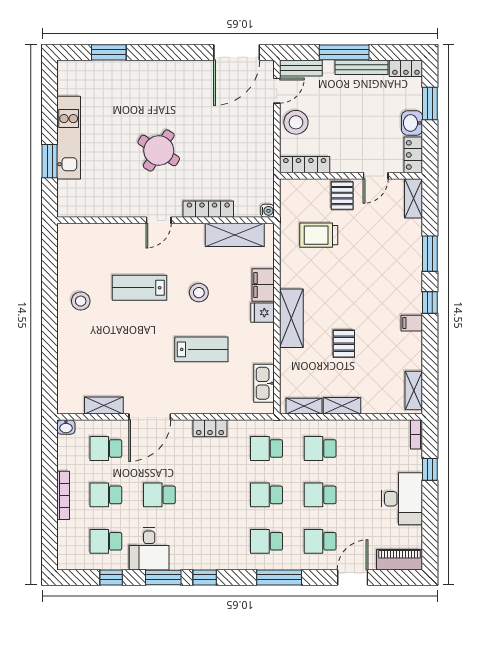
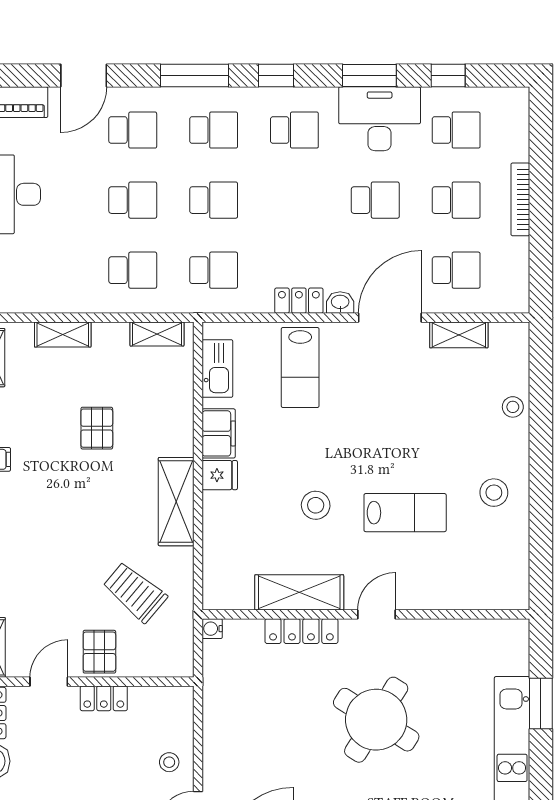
stool: (296, 122) -> (169, 762), width x0.53, depth x0.53
round table: (159, 151) -> (376, 720), width x1.36, depth x1.36
locker: (305, 165) -> (104, 698), moved, width x0.66
shelving: (235, 235) -> (299, 592), moved
trolley: (319, 235) -> (135, 592), turned -140
filing cabinet: (263, 285) -> (219, 433), moved
shelving: (291, 318) -> (176, 502), moved
lab bench: (201, 349) -> (300, 367), moved, turned -90
stool: (68, 358) -> (513, 407), added
shelving: (342, 406) -> (63, 335), moved
washbasin: (66, 427) -> (340, 302), moved
school desk: (213, 541) -> (294, 130), added
desk: (149, 549) -> (380, 119), width x1.37
window: (205, 577) -> (276, 76), moved

